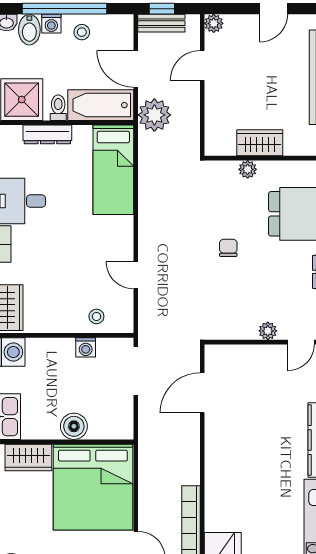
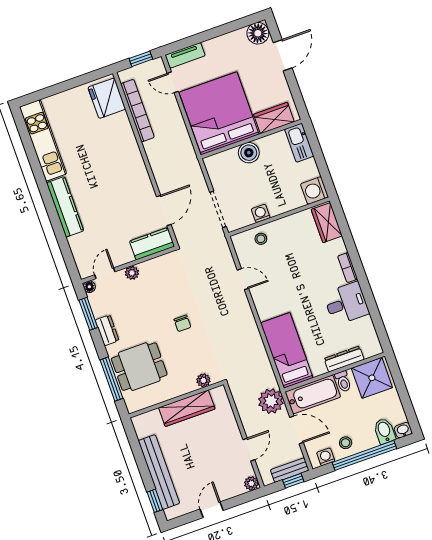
washing machine: (51, 24) -> (326, 457), moved
wardrobe: (260, 143) -> (187, 408), width x1.50
plant: (248, 169) -> (203, 380), moved
kitchen counter: (231, 358) -> (152, 244), added

